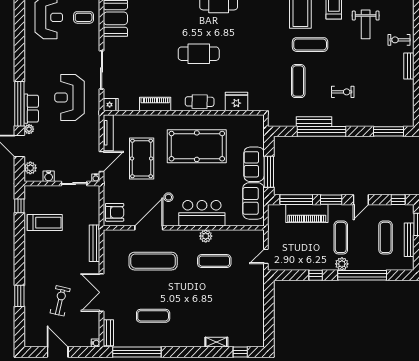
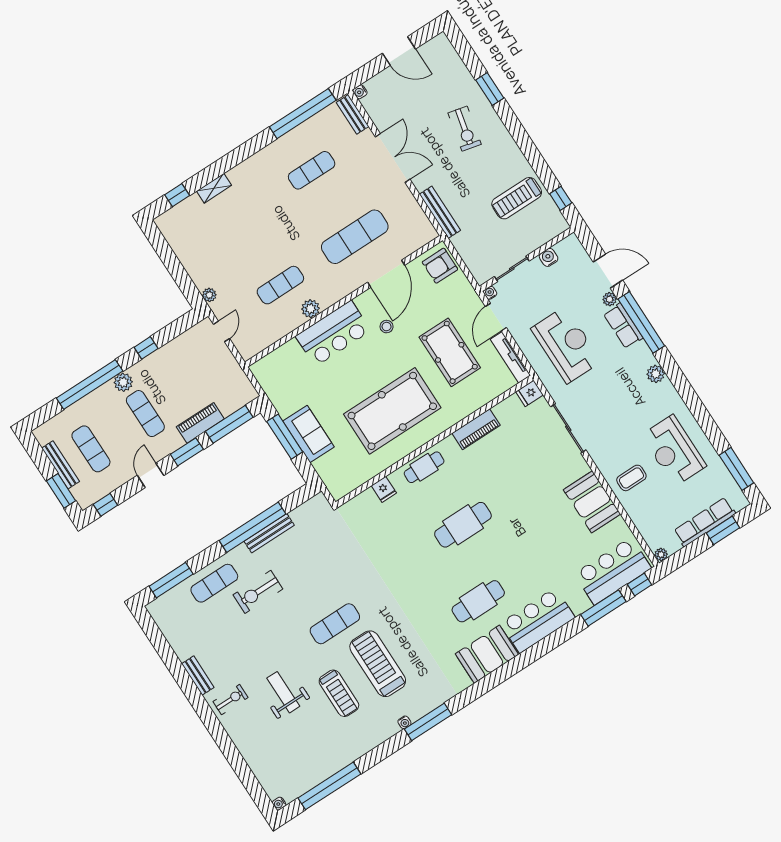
exercise mat: (298, 81) -> (214, 583), moved, turned 90
exercise bike: (343, 92) -> (258, 592), width x1.38, depth x1.39
reception desk: (70, 97) -> (566, 345), moved
fridge: (236, 102) -> (384, 489), width x0.53, depth x0.75
plant: (30, 168) -> (656, 374), moved
sofa: (253, 201) -> (280, 389), removed
piano: (307, 214) -> (200, 423), width x0.73, depth x0.75
plant: (259, 282) -> (209, 295), added
exercise bike: (60, 301) -> (465, 129), moved

